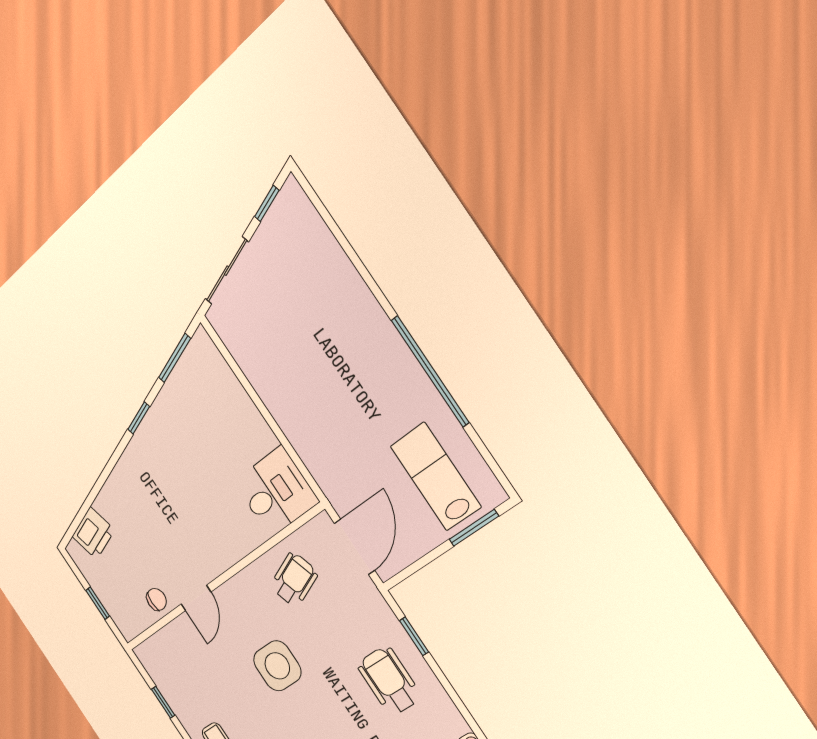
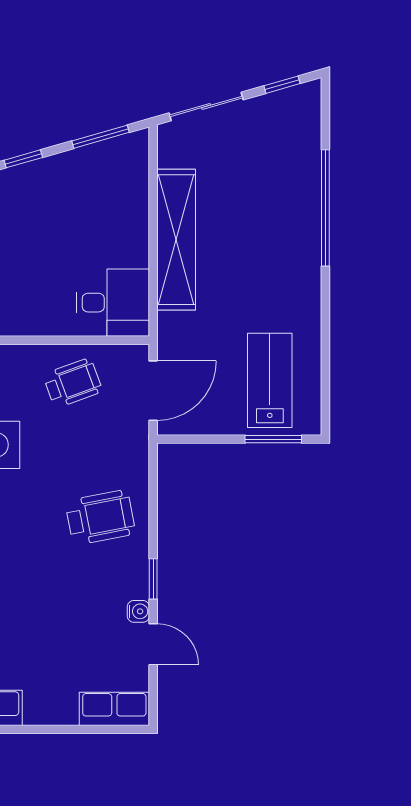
window: (430, 371) -> (325, 208), moved
shelving: (284, 404) -> (176, 240), added
window: (414, 636) -> (153, 579), moved
wheelchair: (389, 681) -> (100, 517), turned 79

